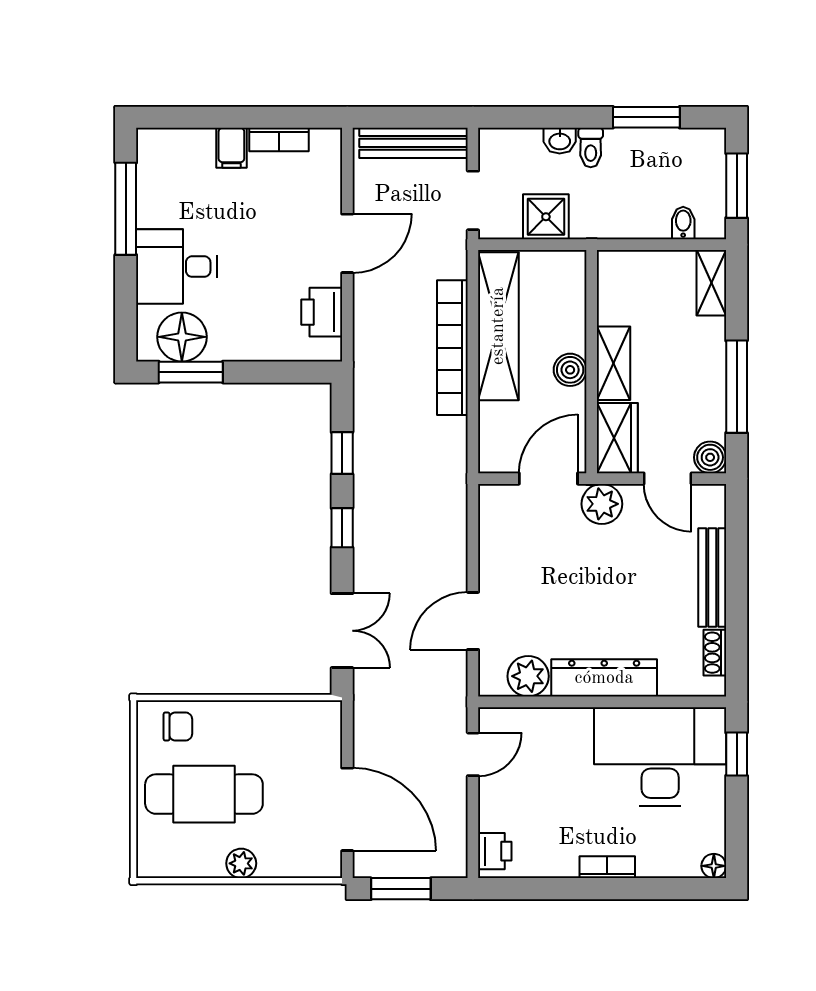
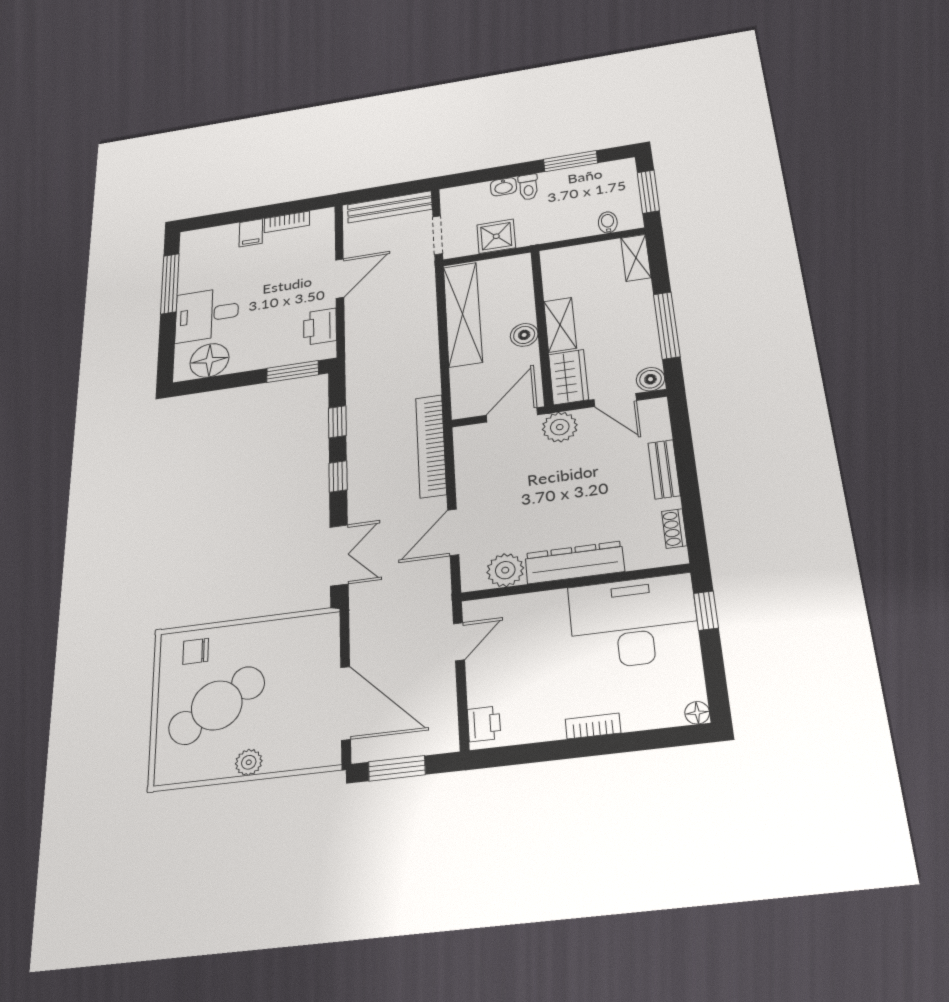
bookcase: (452, 348) -> (431, 446), moved
window: (191, 372) -> (293, 371), moved
bench: (712, 578) -> (664, 469), width x0.73
chair: (178, 727) -> (196, 651), turned 180
cafe table: (204, 794) -> (217, 705), turned -32

